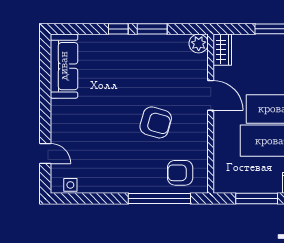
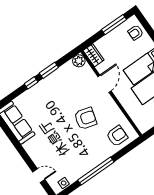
door: (211, 95) -> (104, 84), hinge flipped
armchair: (180, 173) -> (117, 136), turned 180
window: (159, 199) -> (96, 171), moved

